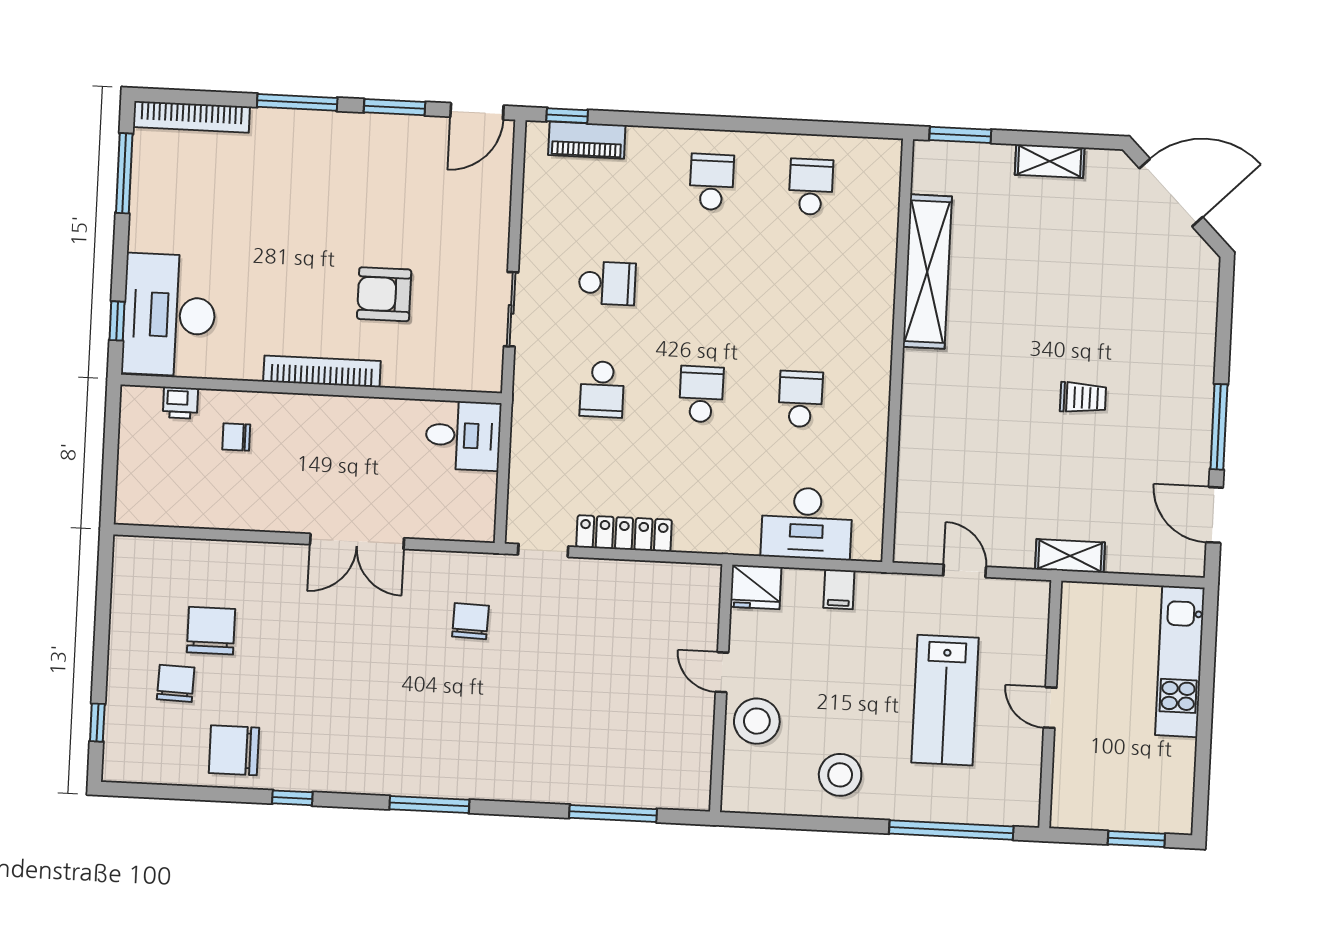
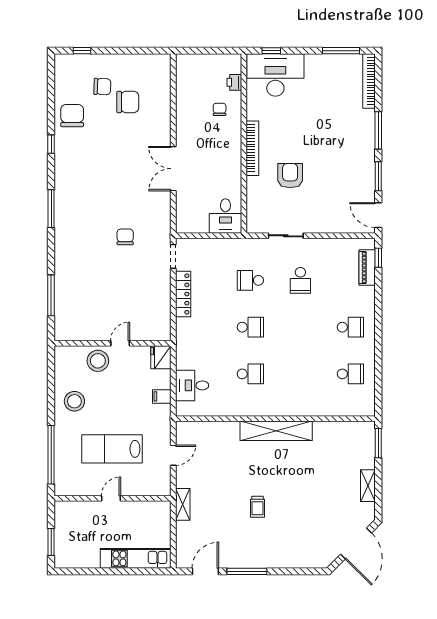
shelving: (927, 272) -> (276, 431), moved
desk: (807, 523) -> (192, 385), width x0.73
chair: (470, 621) -> (125, 237), moved, turned -92

